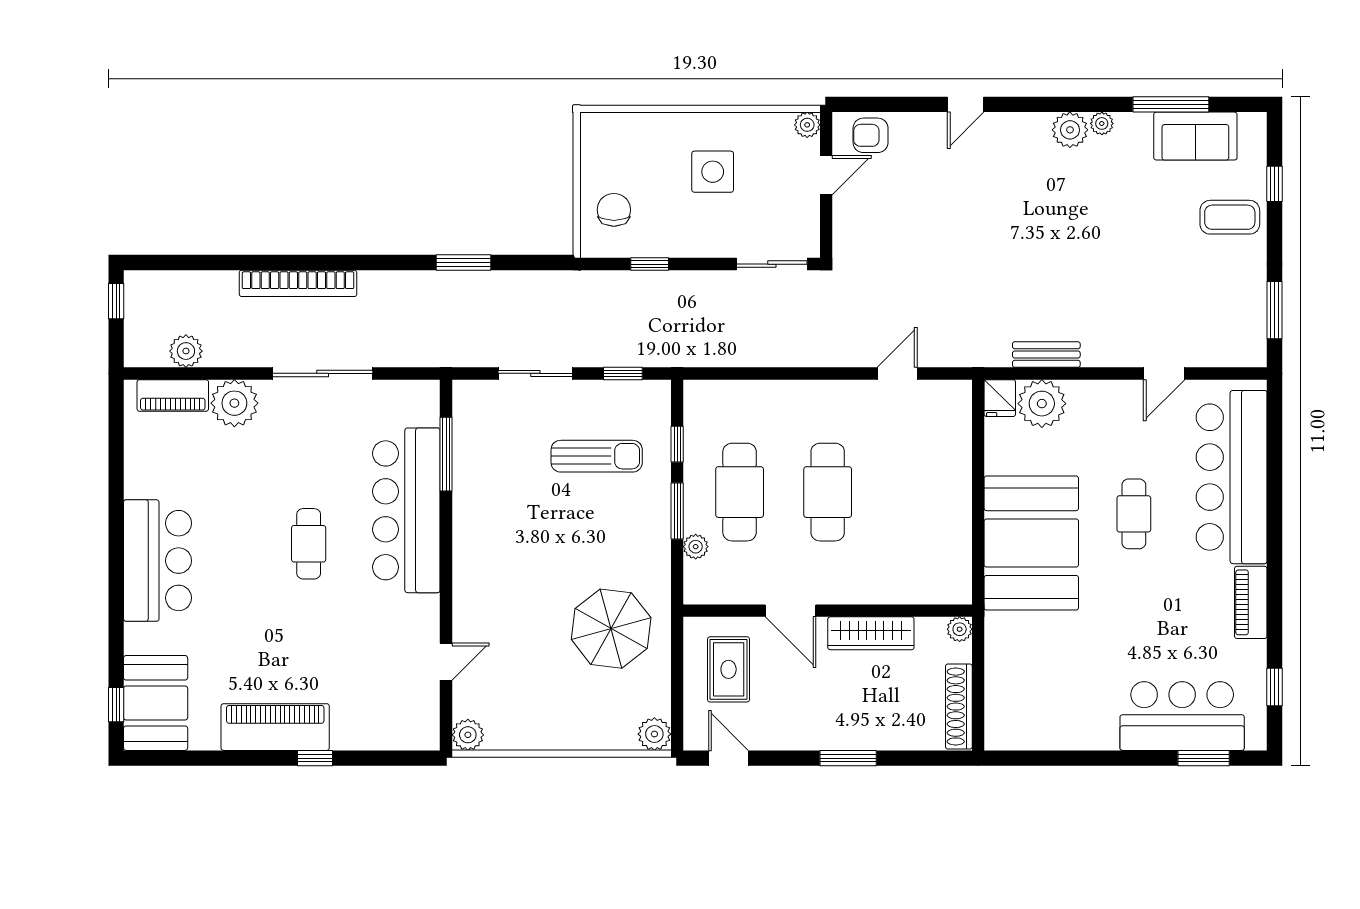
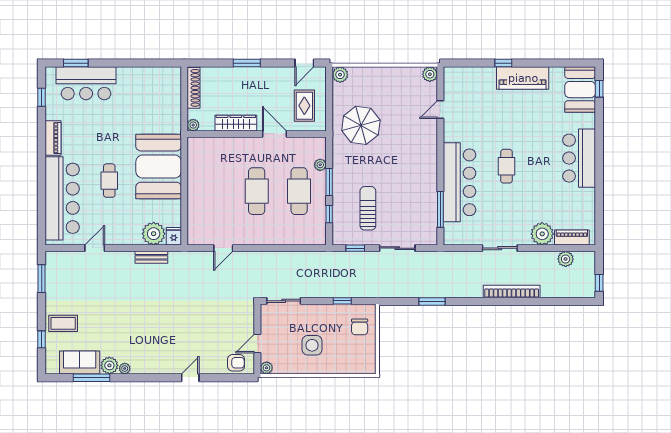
plant: (1070, 130) -> (109, 365), moved
sliding door: (323, 373) -> (500, 248), width x0.73
sun lounger: (597, 456) -> (368, 208), turned 90
door: (729, 758) -> (304, 63), hinge flipped

